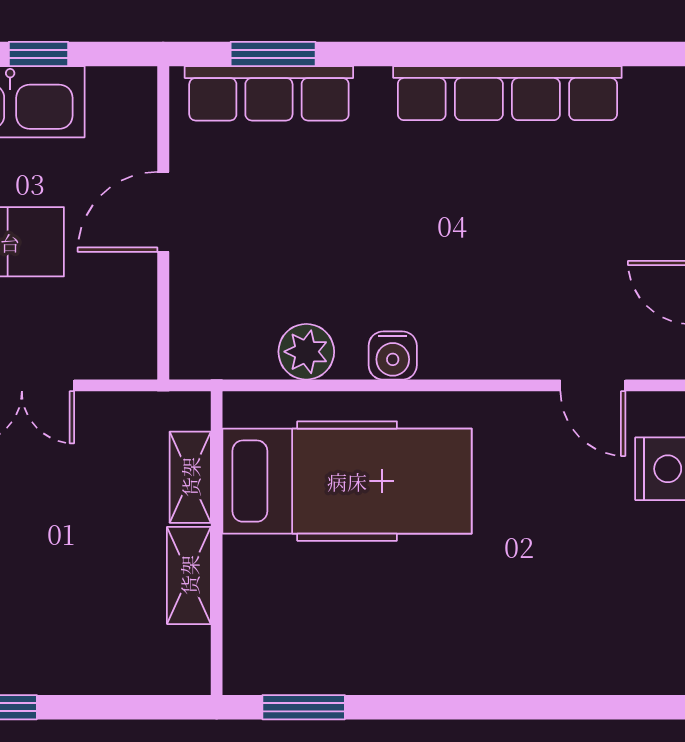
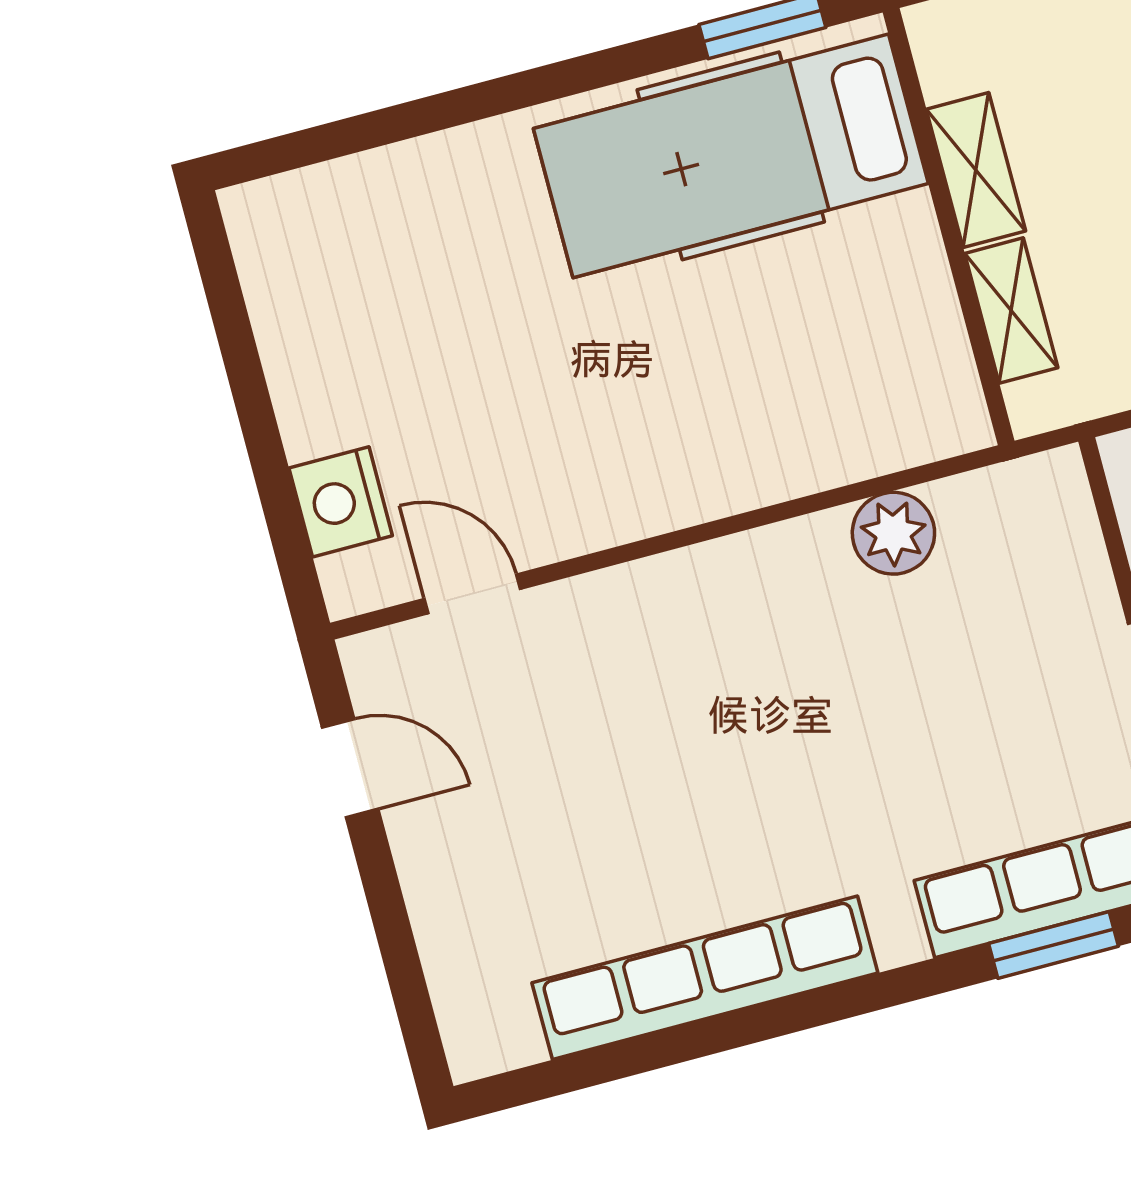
water cooler: (393, 356) -> (769, 561), removed
hospital bed: (347, 481) -> (731, 156), moved

